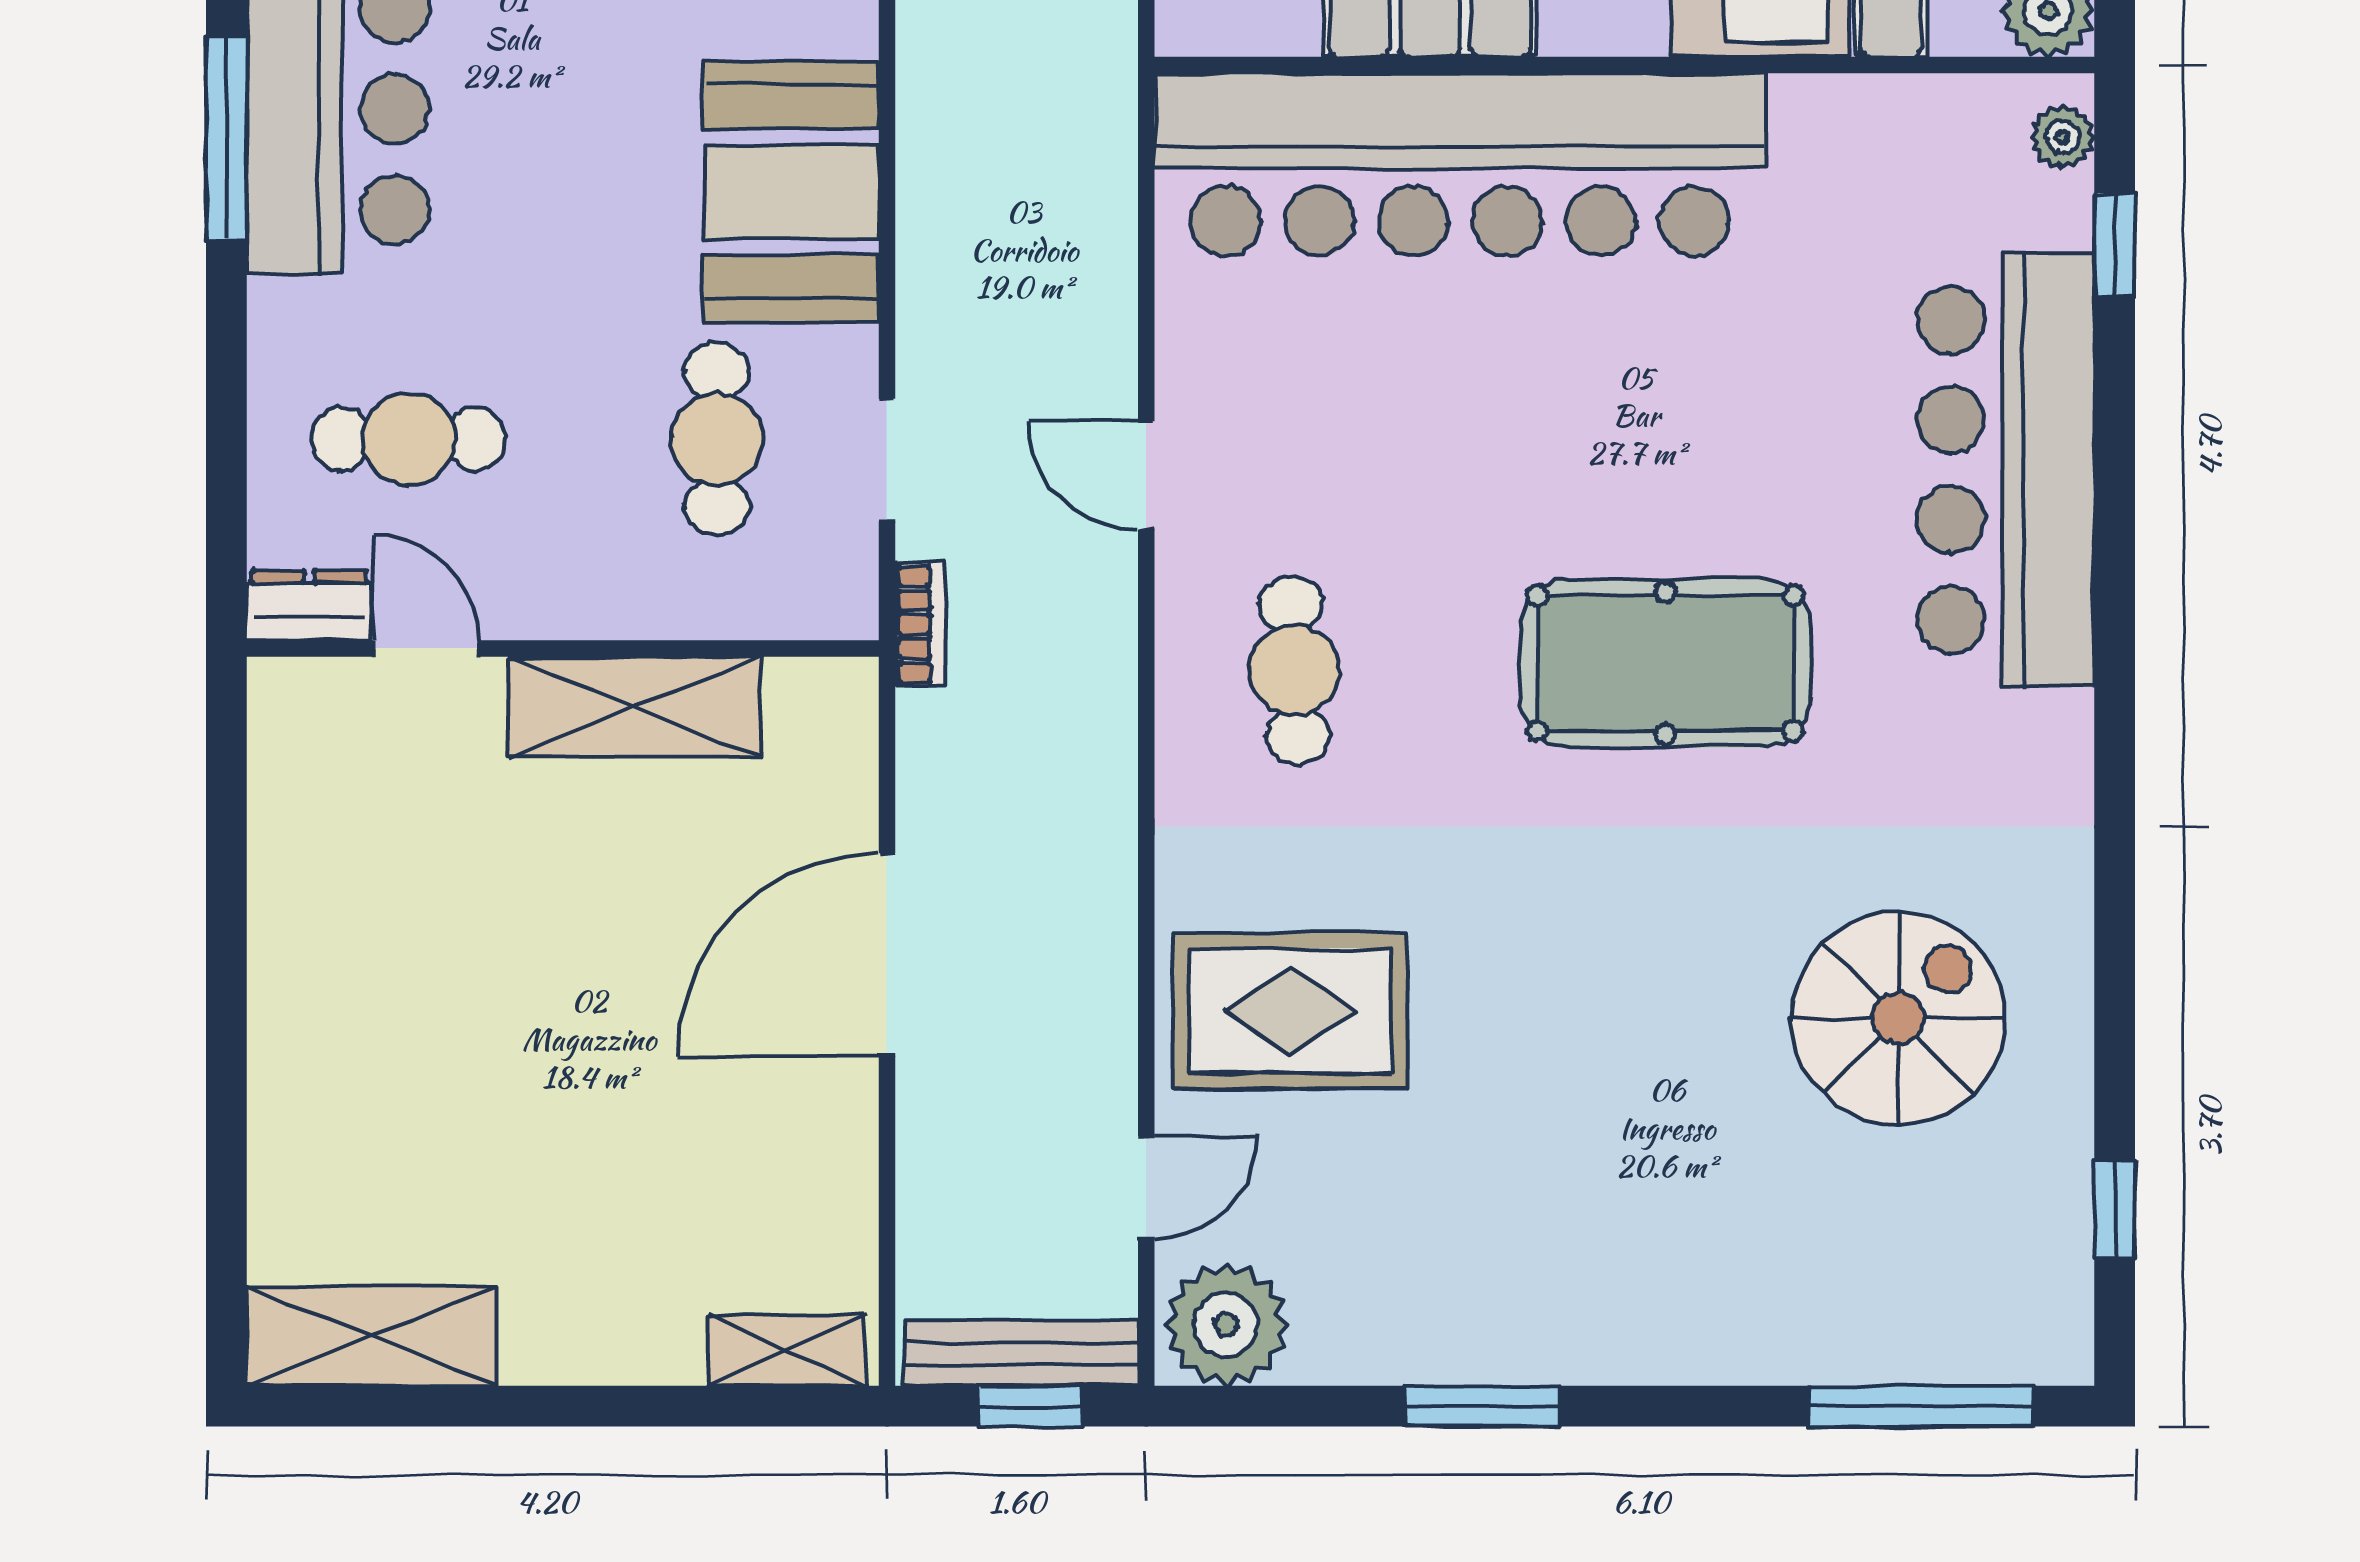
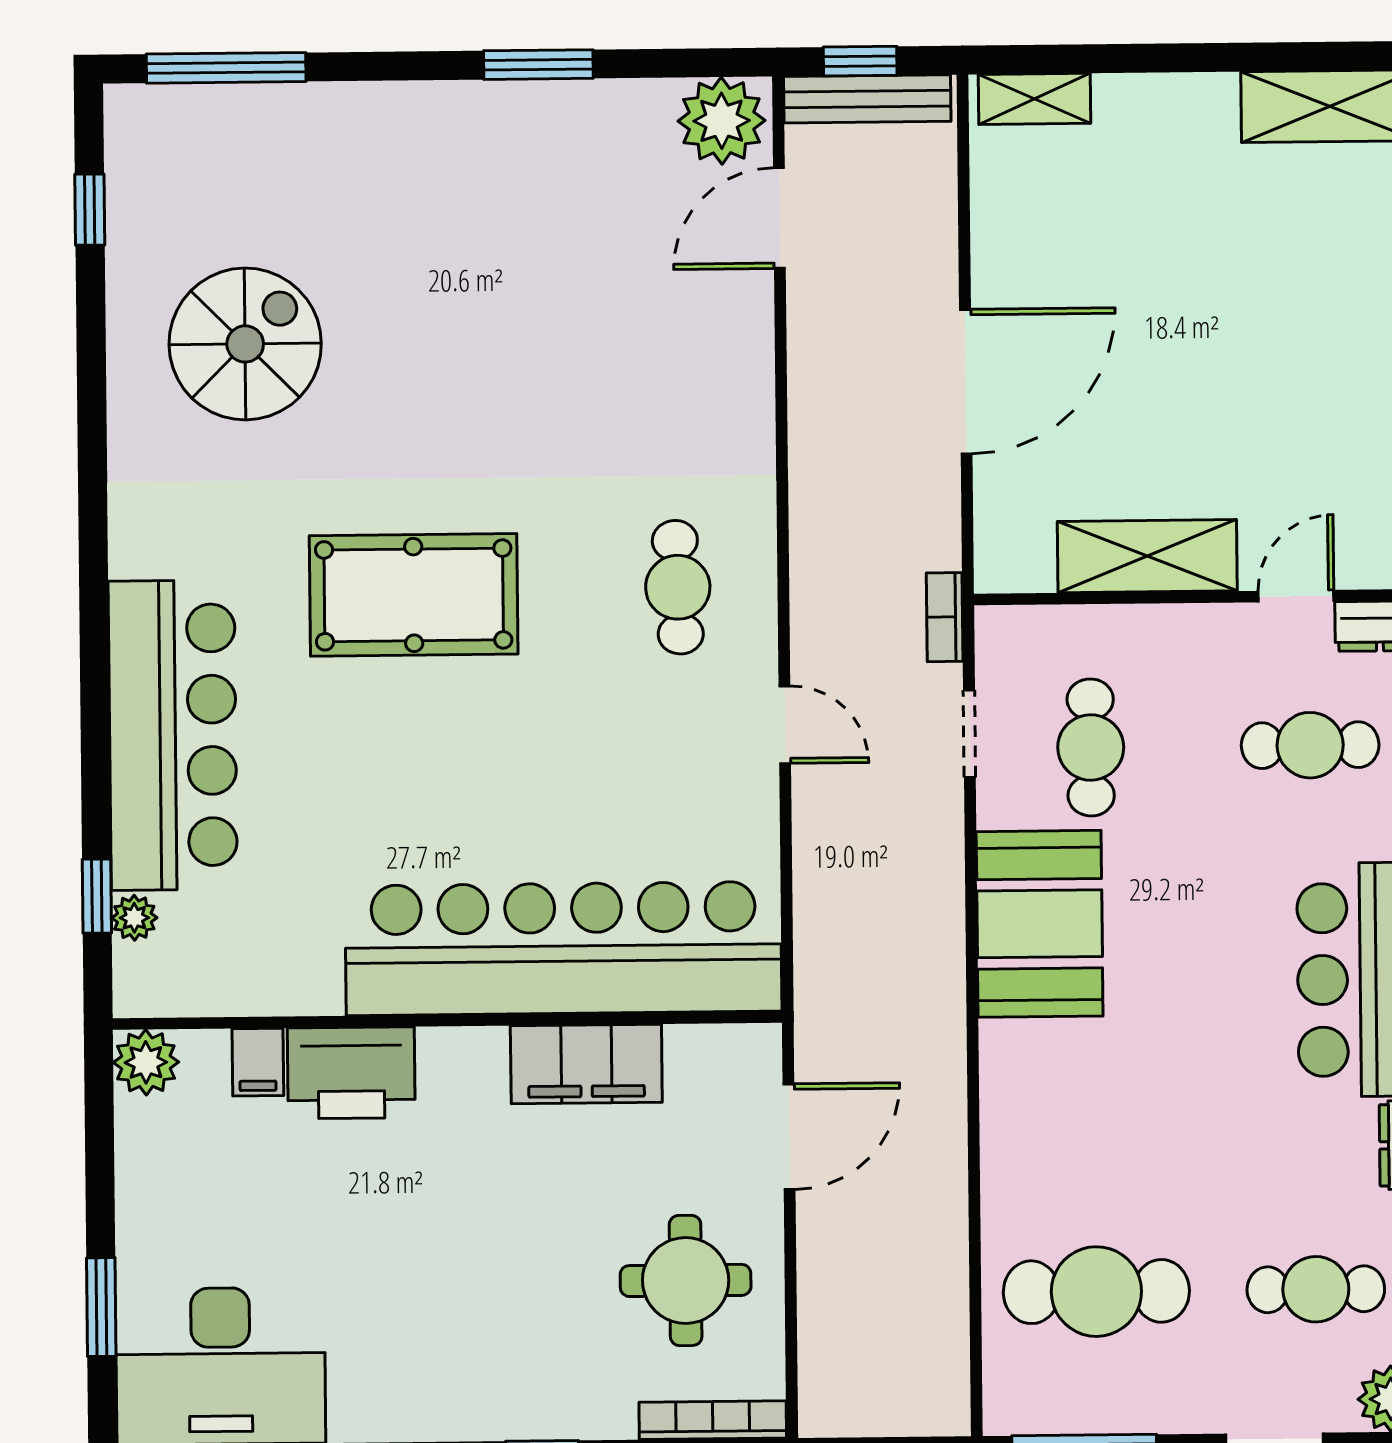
plant: (2062, 137) -> (134, 918), moved
door: (426, 648) -> (1296, 596), swing flipped
rug: (1290, 1011) -> (678, 345), removed
spiral stairs: (1898, 1018) -> (245, 344), turned 180
door: (1146, 1187) -> (779, 218), width x1.38

